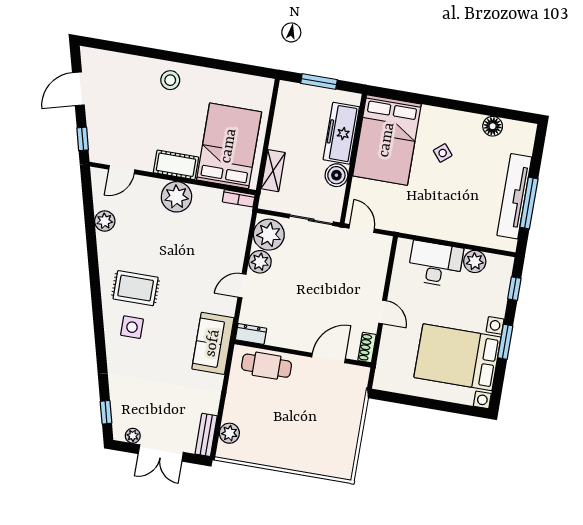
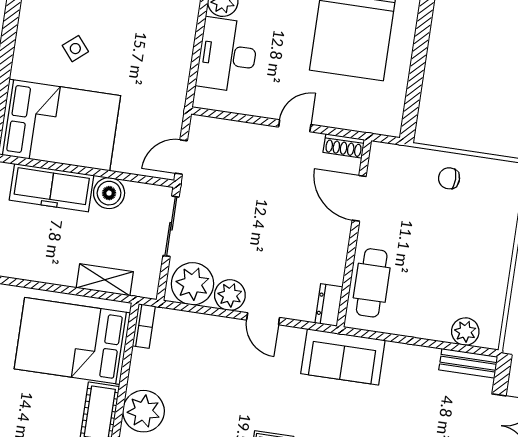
chair: (342, 424) -> (449, 178), added

